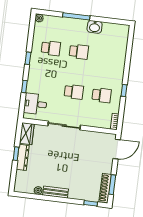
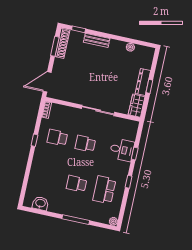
washbasin: (95, 27) -> (40, 203), moved
school desk: (51, 48) -> (104, 190), width x1.85
desk: (35, 104) -> (122, 150), moved
bench: (55, 192) -> (97, 40), moved

